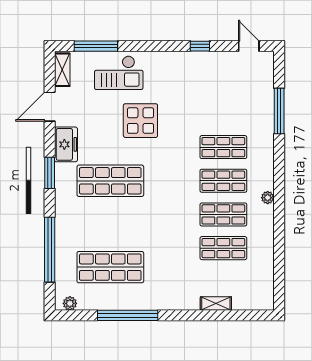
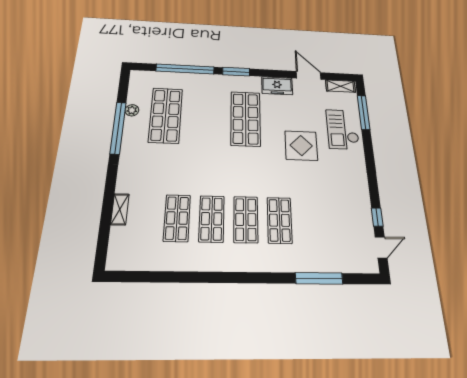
window: (200, 46) -> (377, 217), moved
window: (50, 173) -> (236, 72), moved
plant: (268, 198) -> (228, 265), removed
plant: (70, 303) -> (132, 110), moved

